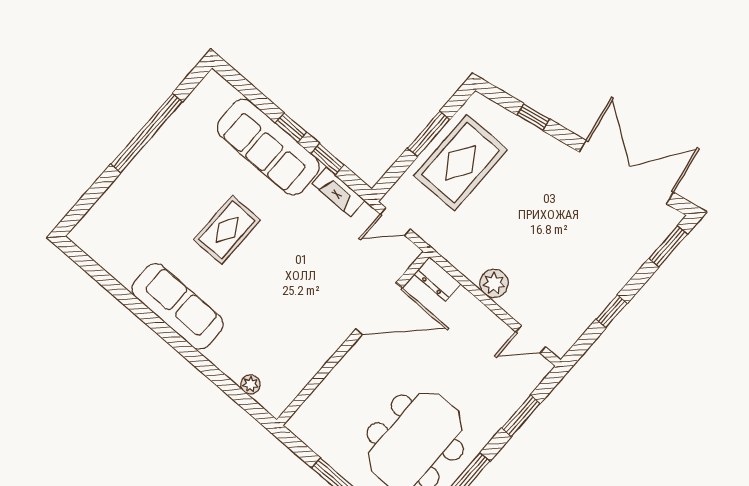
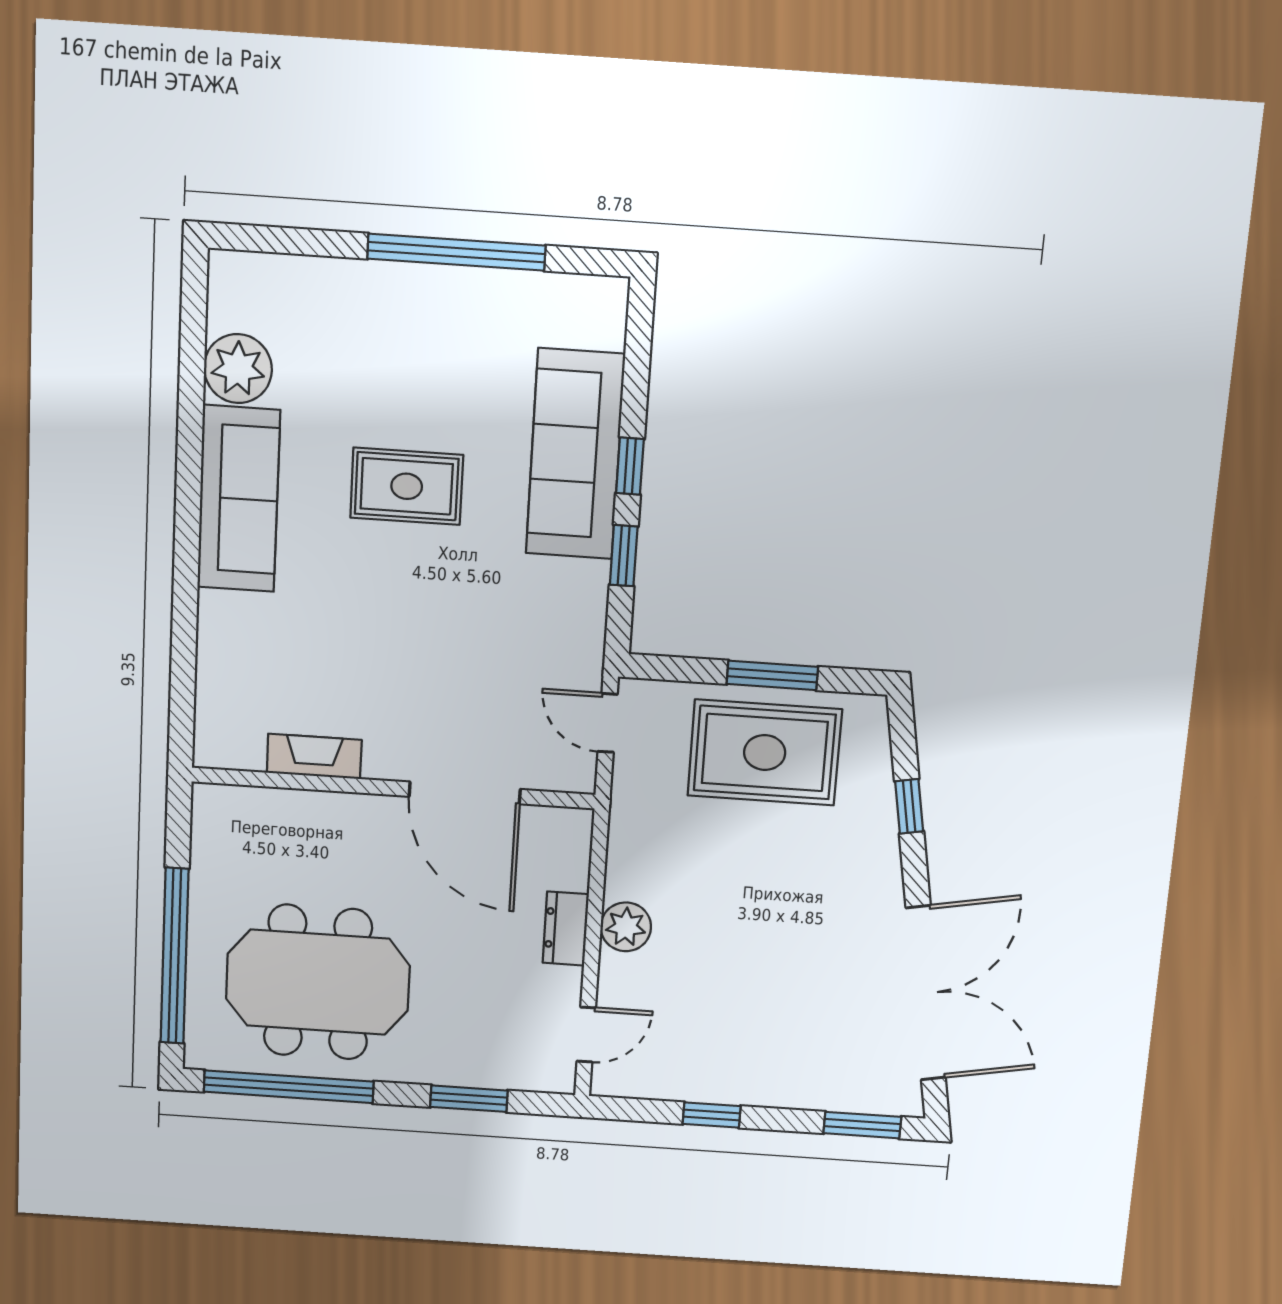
fireplace: (339, 192) -> (314, 756), moved, turned 90
dresser: (437, 279) -> (566, 929), moved
door: (531, 339) -> (586, 1035), swing flipped
plant: (250, 384) -> (238, 369), moved, width x1.87, depth x1.87

